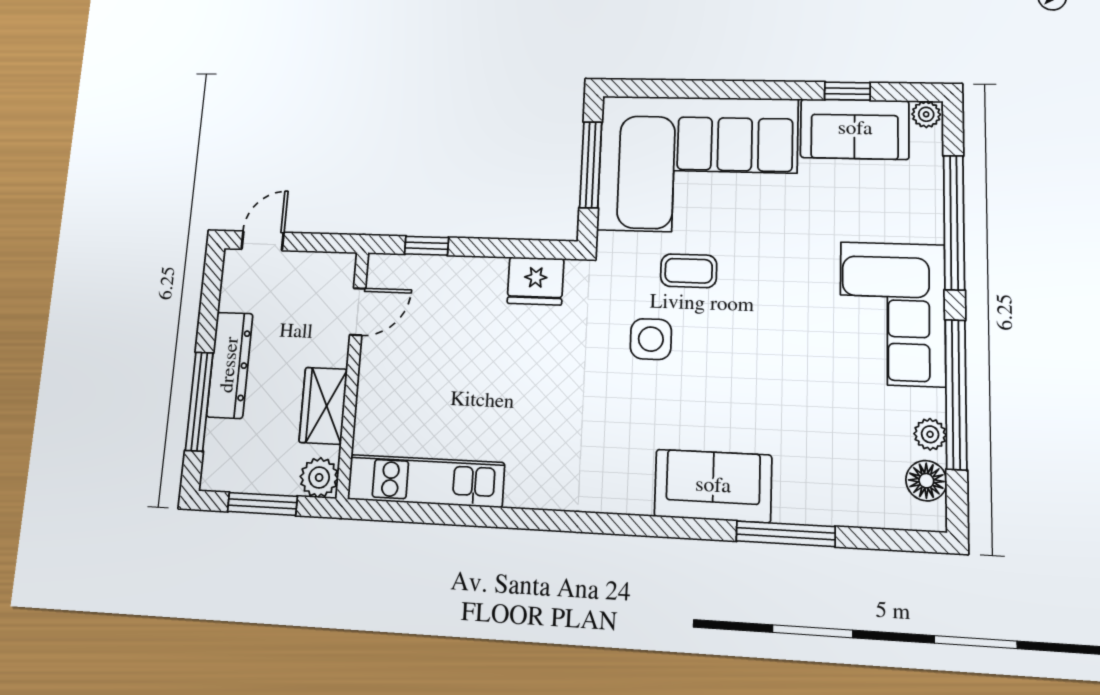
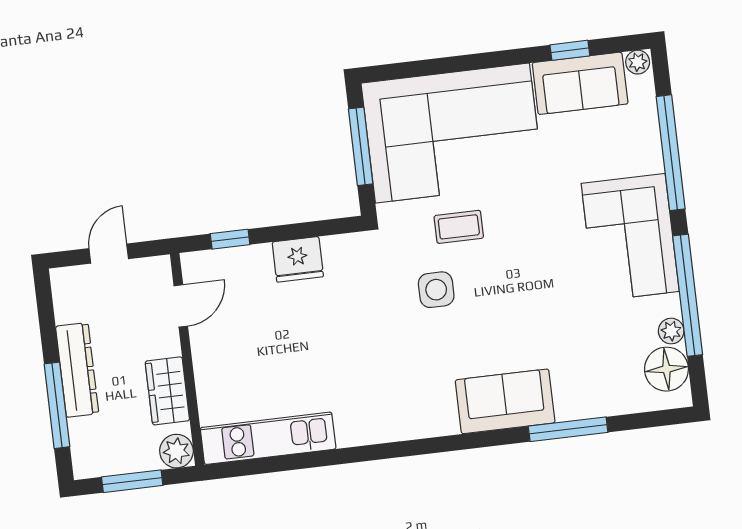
door: (263, 241) -> (109, 254), moved
fridge: (536, 281) -> (298, 259), moved
floor lamp: (926, 481) -> (666, 369), width x1.38, depth x1.38

